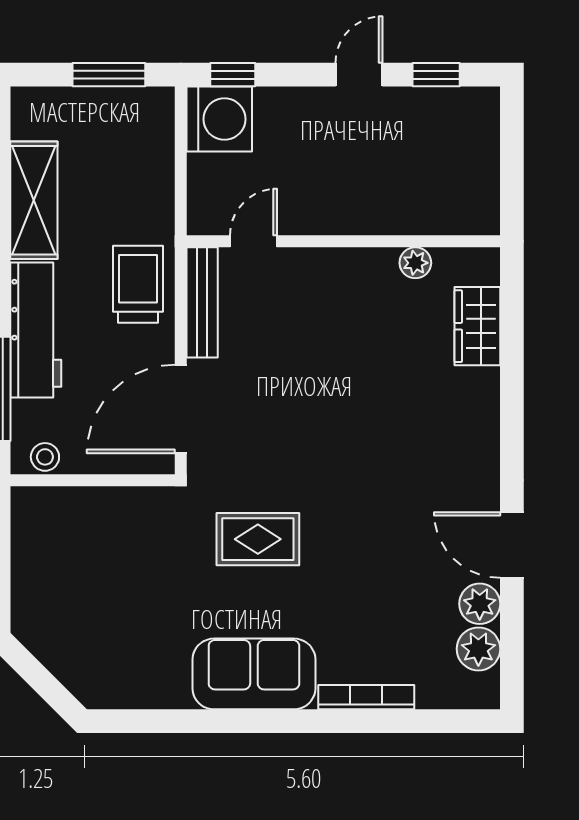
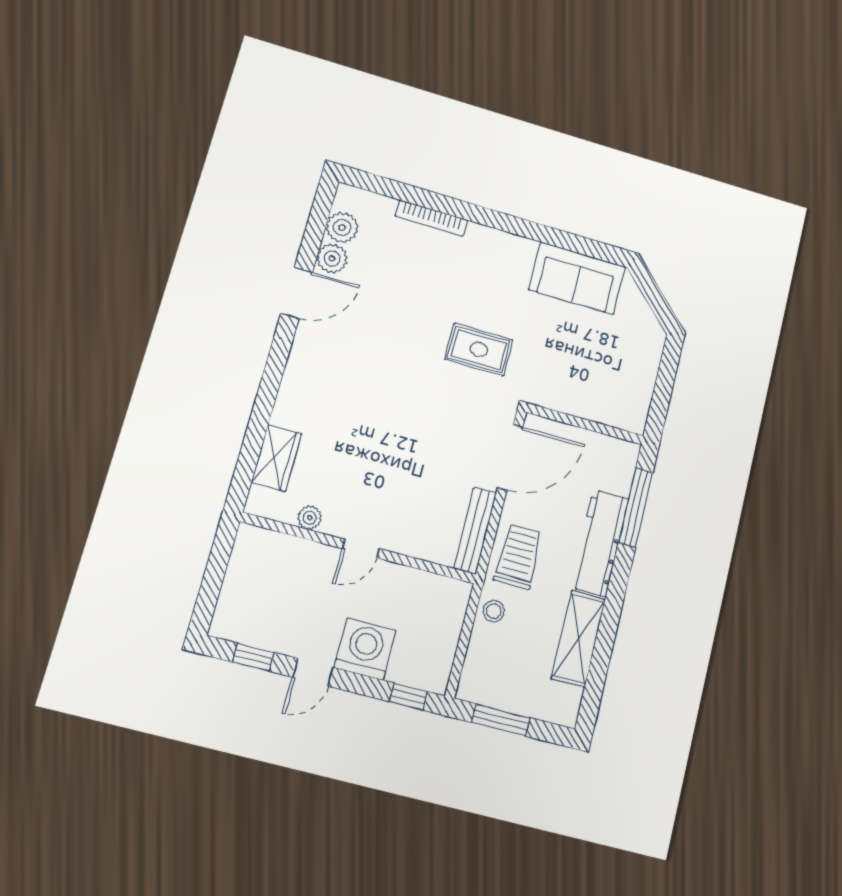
washing machine: (219, 119) -> (365, 649), moved, turned 90
door: (254, 241) -> (361, 549), moved
trolley: (138, 284) -> (518, 557), turned 180
stool: (45, 457) -> (494, 611), moved
door: (512, 545) -> (297, 293), hinge flipped
sofa: (254, 674) -> (577, 278), moved

